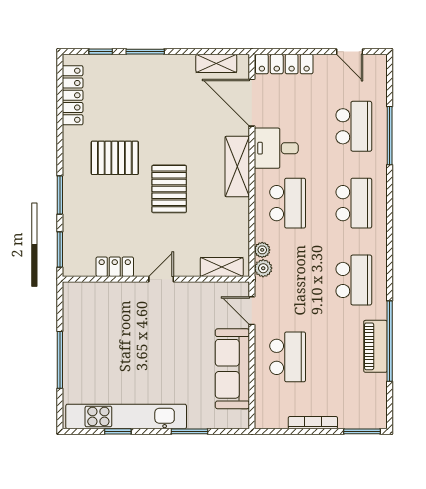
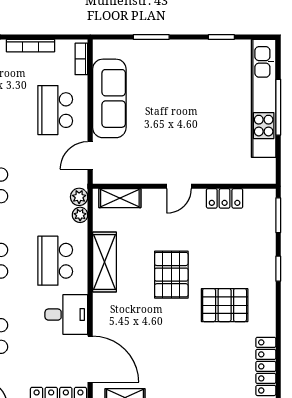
shelving: (237, 166) -> (105, 262), moved
window: (60, 195) -> (278, 269), width x0.67
door: (252, 311) -> (90, 155), swing flipped
bookcase: (261, 409) -> (81, 59), added
kitchen unit: (126, 416) -> (264, 98), moved, turned 90

